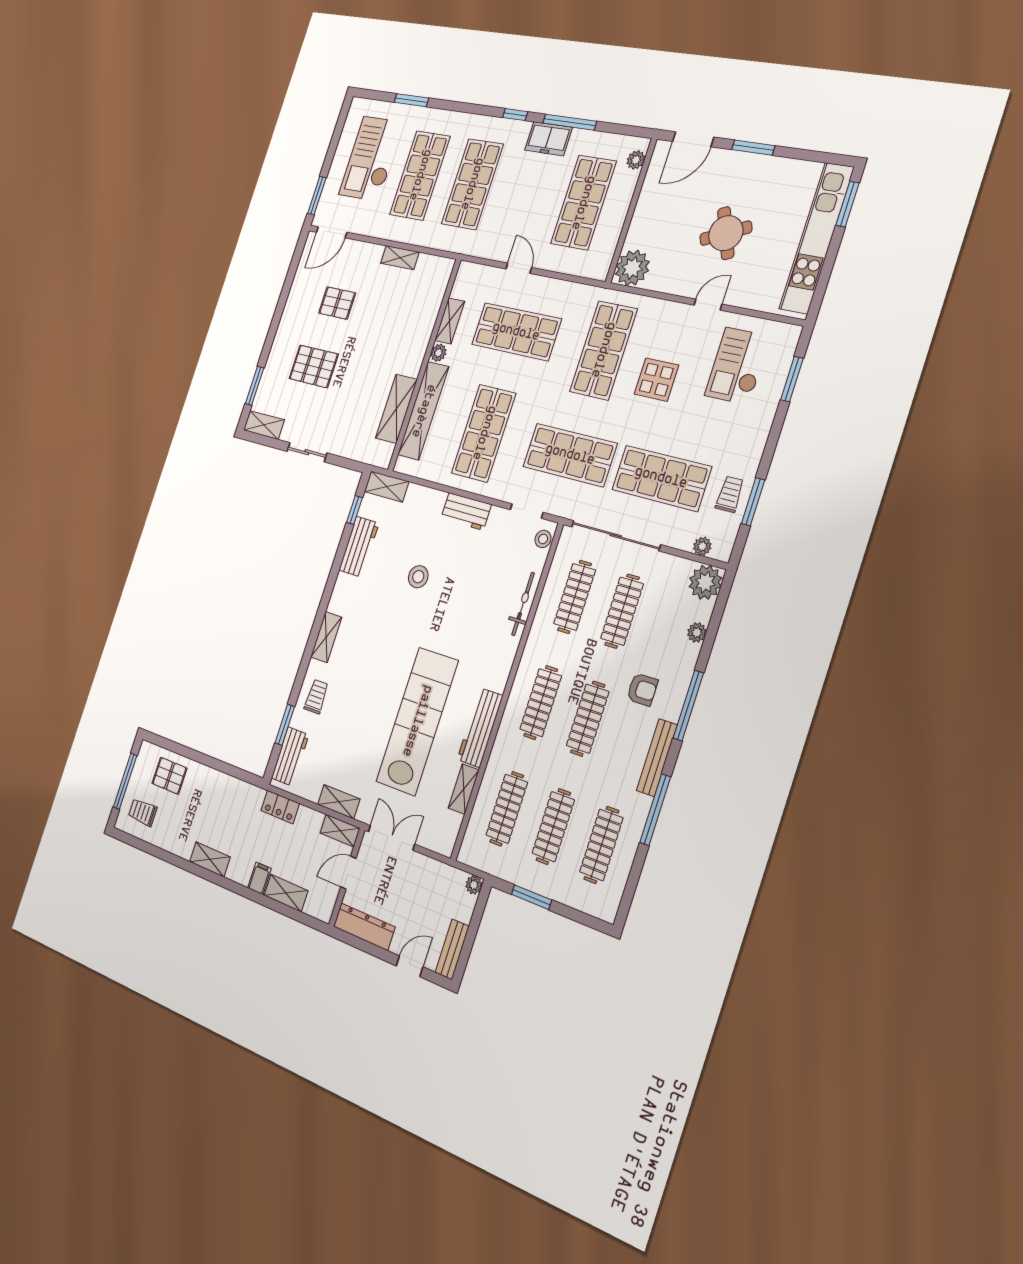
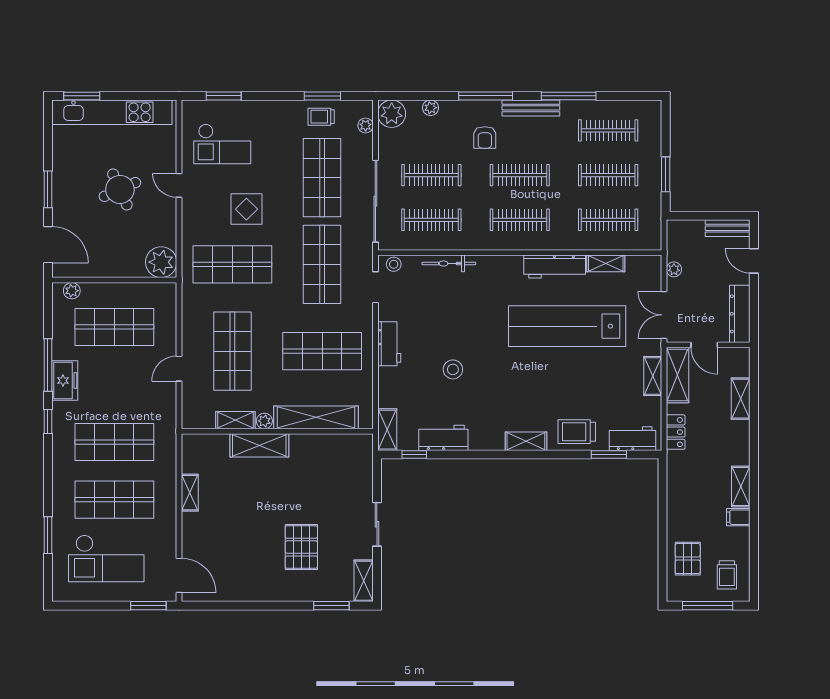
pallet: (337, 303) -> (241, 544), removed
shelving: (396, 409) -> (259, 445), moved
armchair: (642, 689) -> (485, 137), turned 180
trolley: (316, 697) -> (577, 432), width x1.36, depth x1.39
shelving: (340, 831) -> (677, 375), width x1.50, depth x1.33
filing cabinet: (259, 878) -> (738, 517), moved
plant: (474, 885) -> (674, 269), moved

